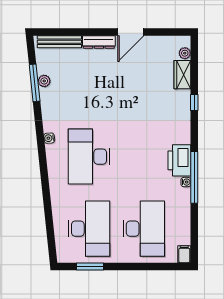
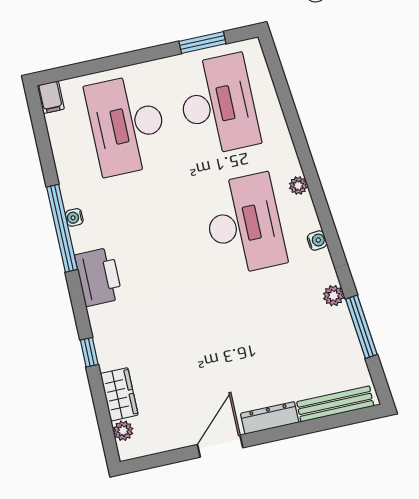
plant: (44, 81) -> (334, 296), moved
printer: (179, 160) -> (99, 277), moved
plant: (53, 172) -> (298, 186), added
desk: (89, 229) -> (218, 105), turned 180

